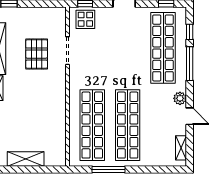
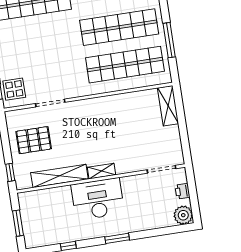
pallet: (37, 54) -> (34, 140), moved
shelving: (26, 159) -> (168, 106), moved

